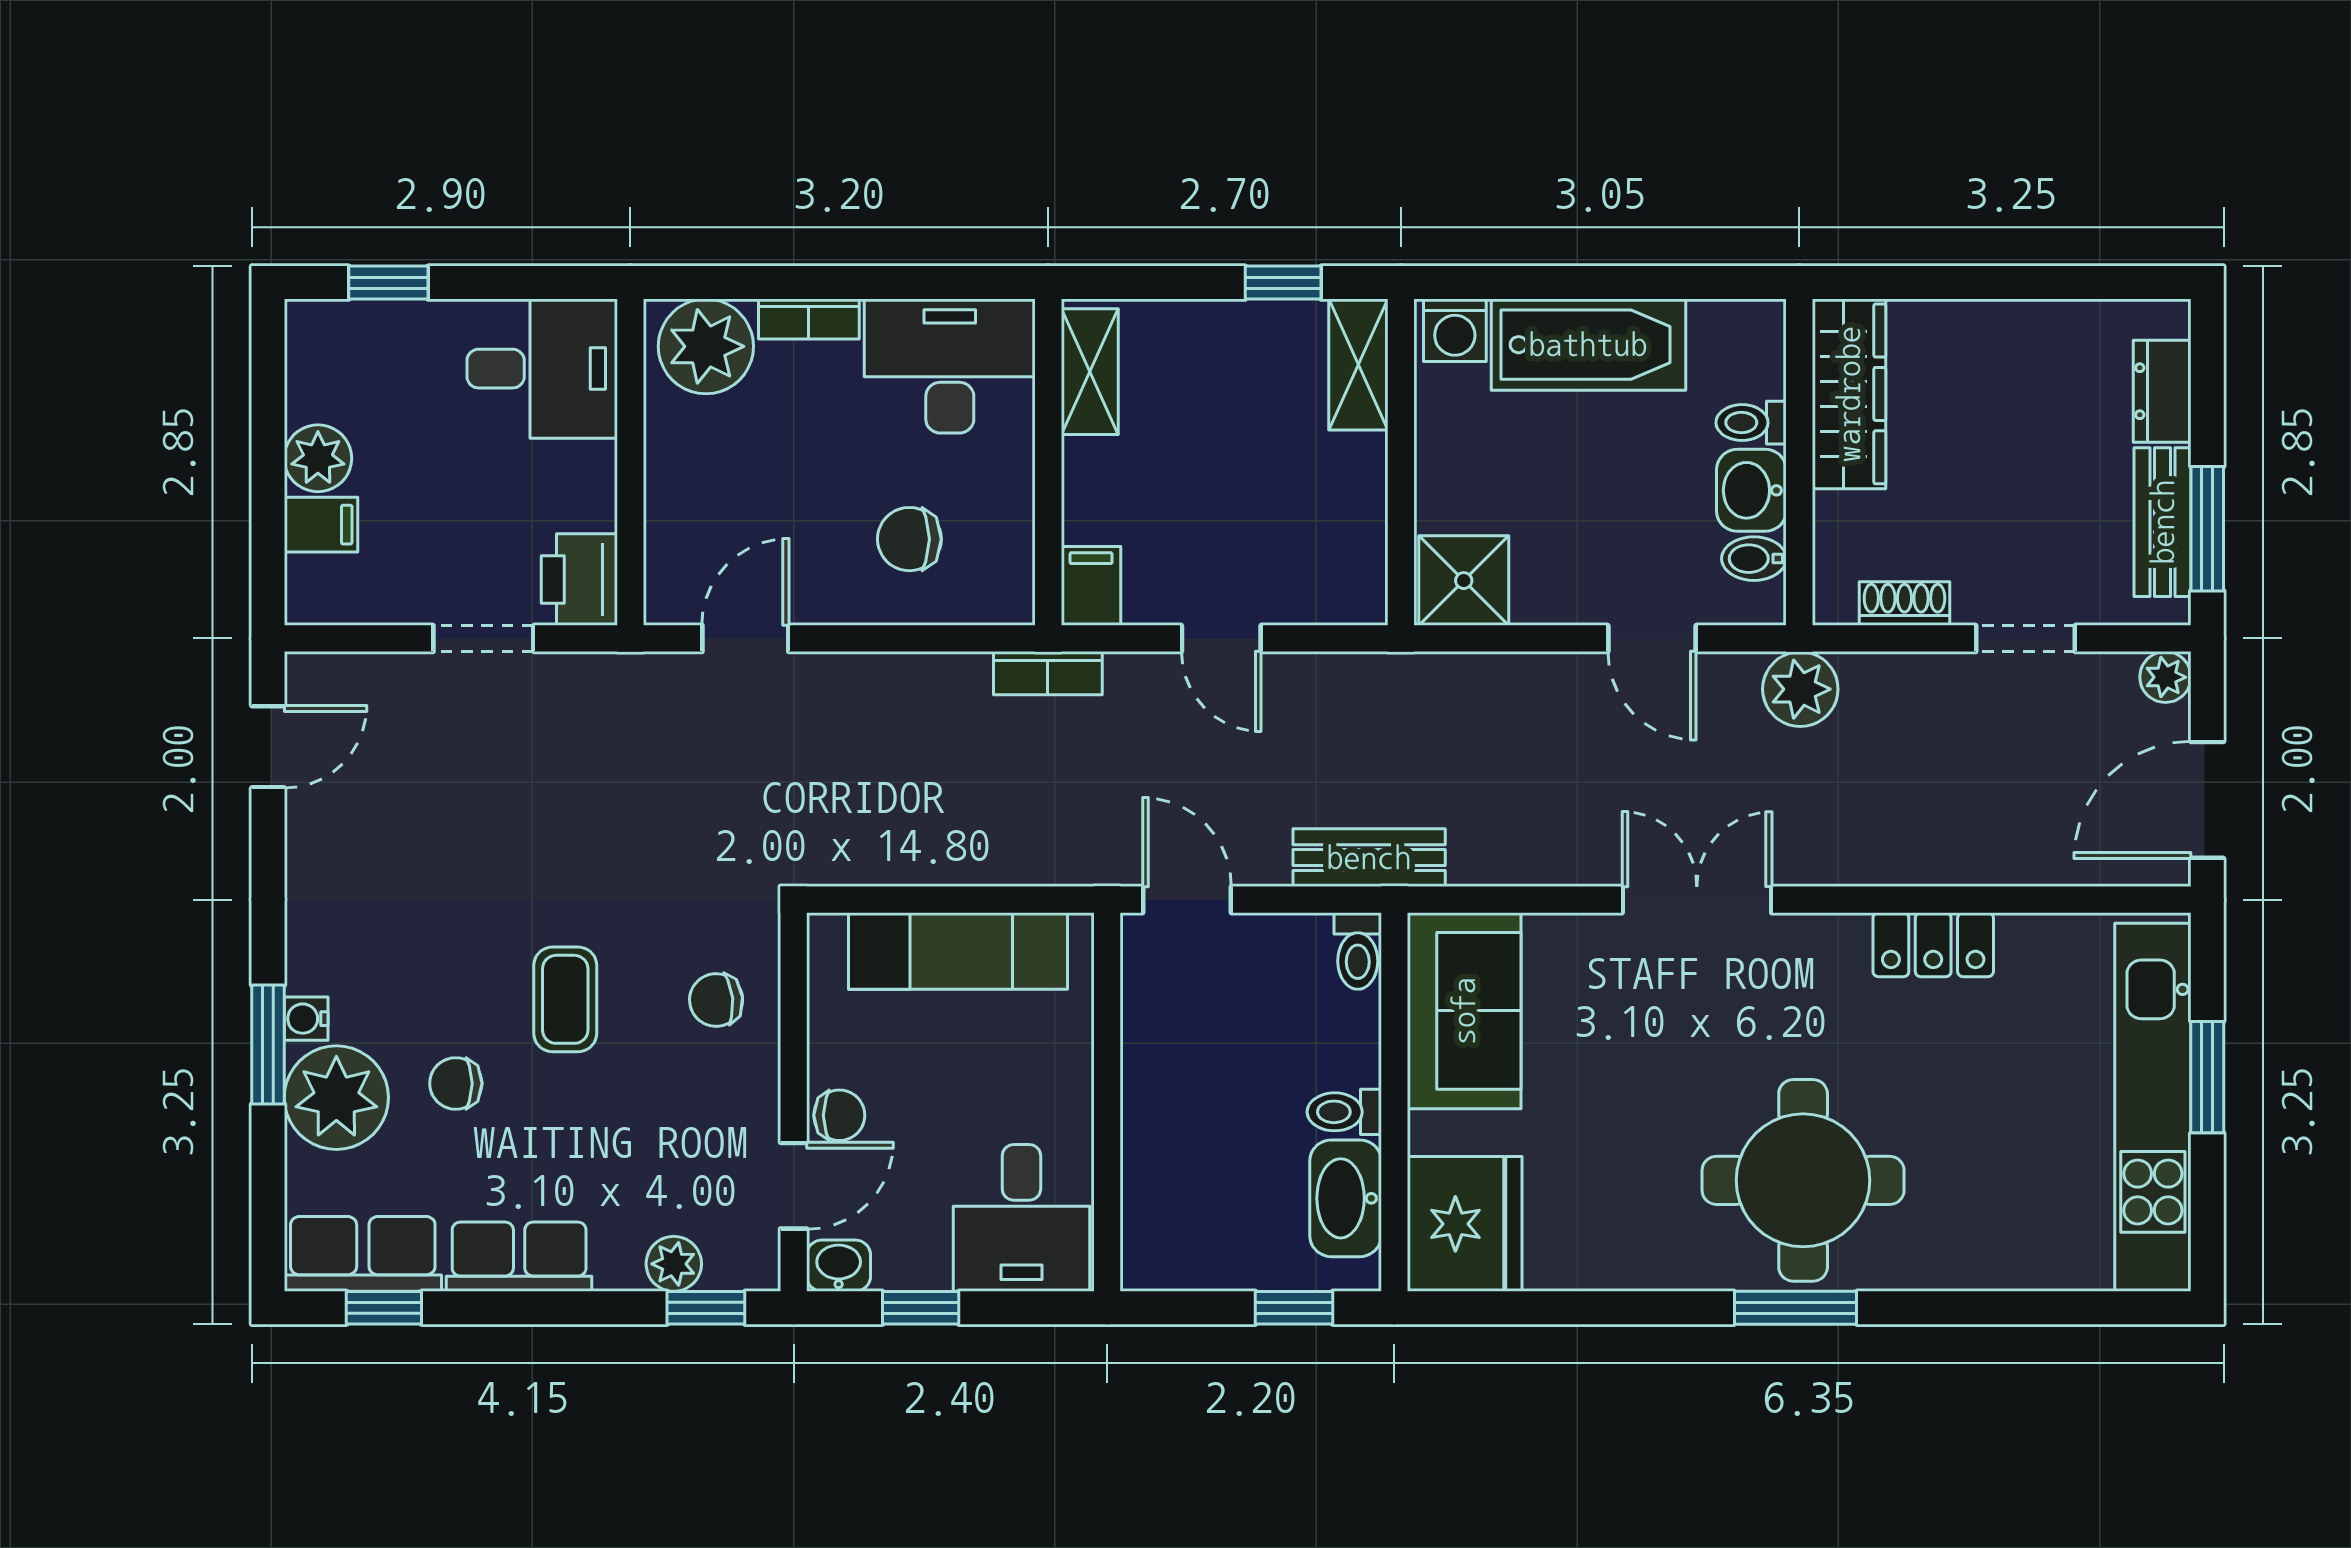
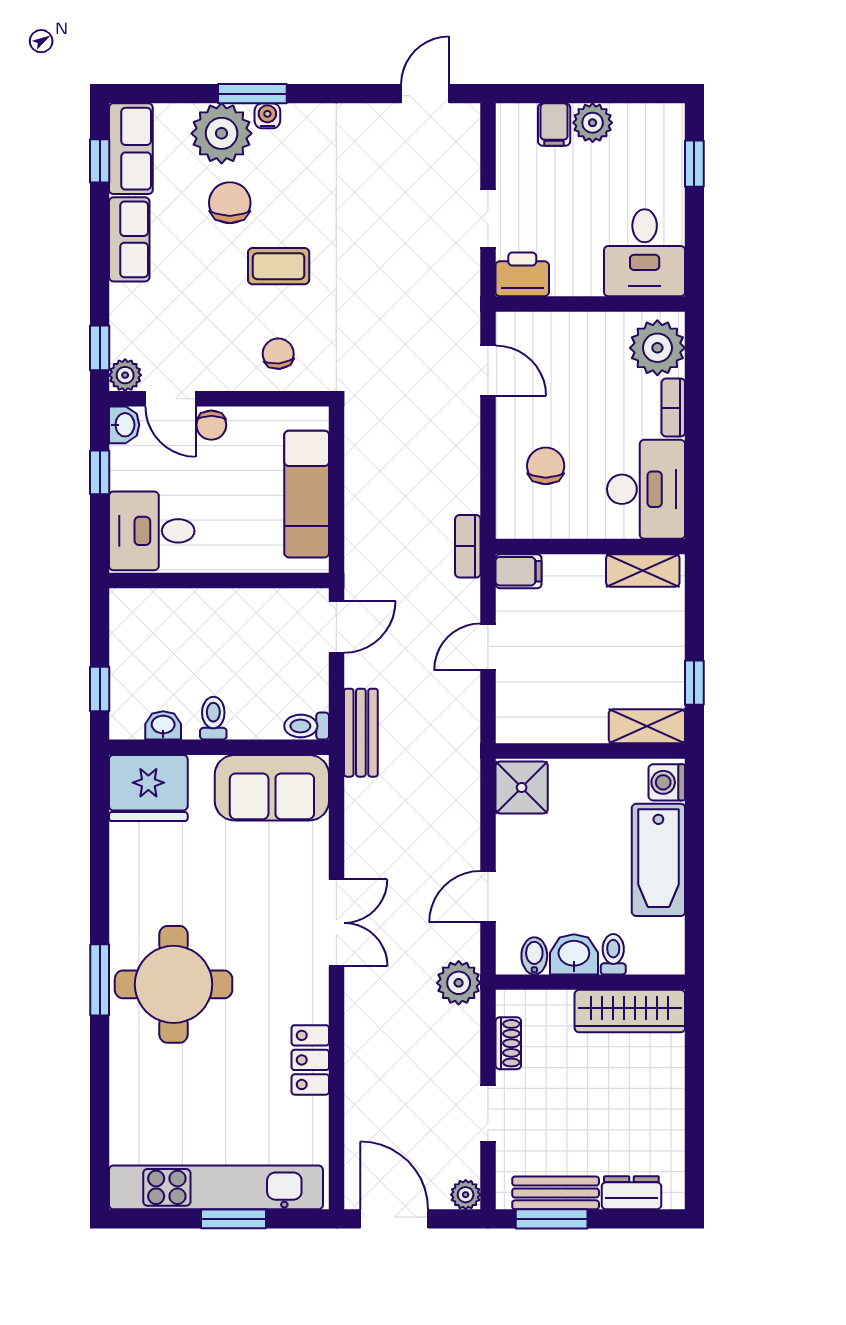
door: (268, 747) -> (425, 94), swing flipped
chair: (456, 1083) -> (230, 203), width x1.37, depth x1.37
washbasin: (1346, 1198) -> (163, 725), width x0.52, depth x0.69
plant: (674, 1264) -> (125, 375), moved

